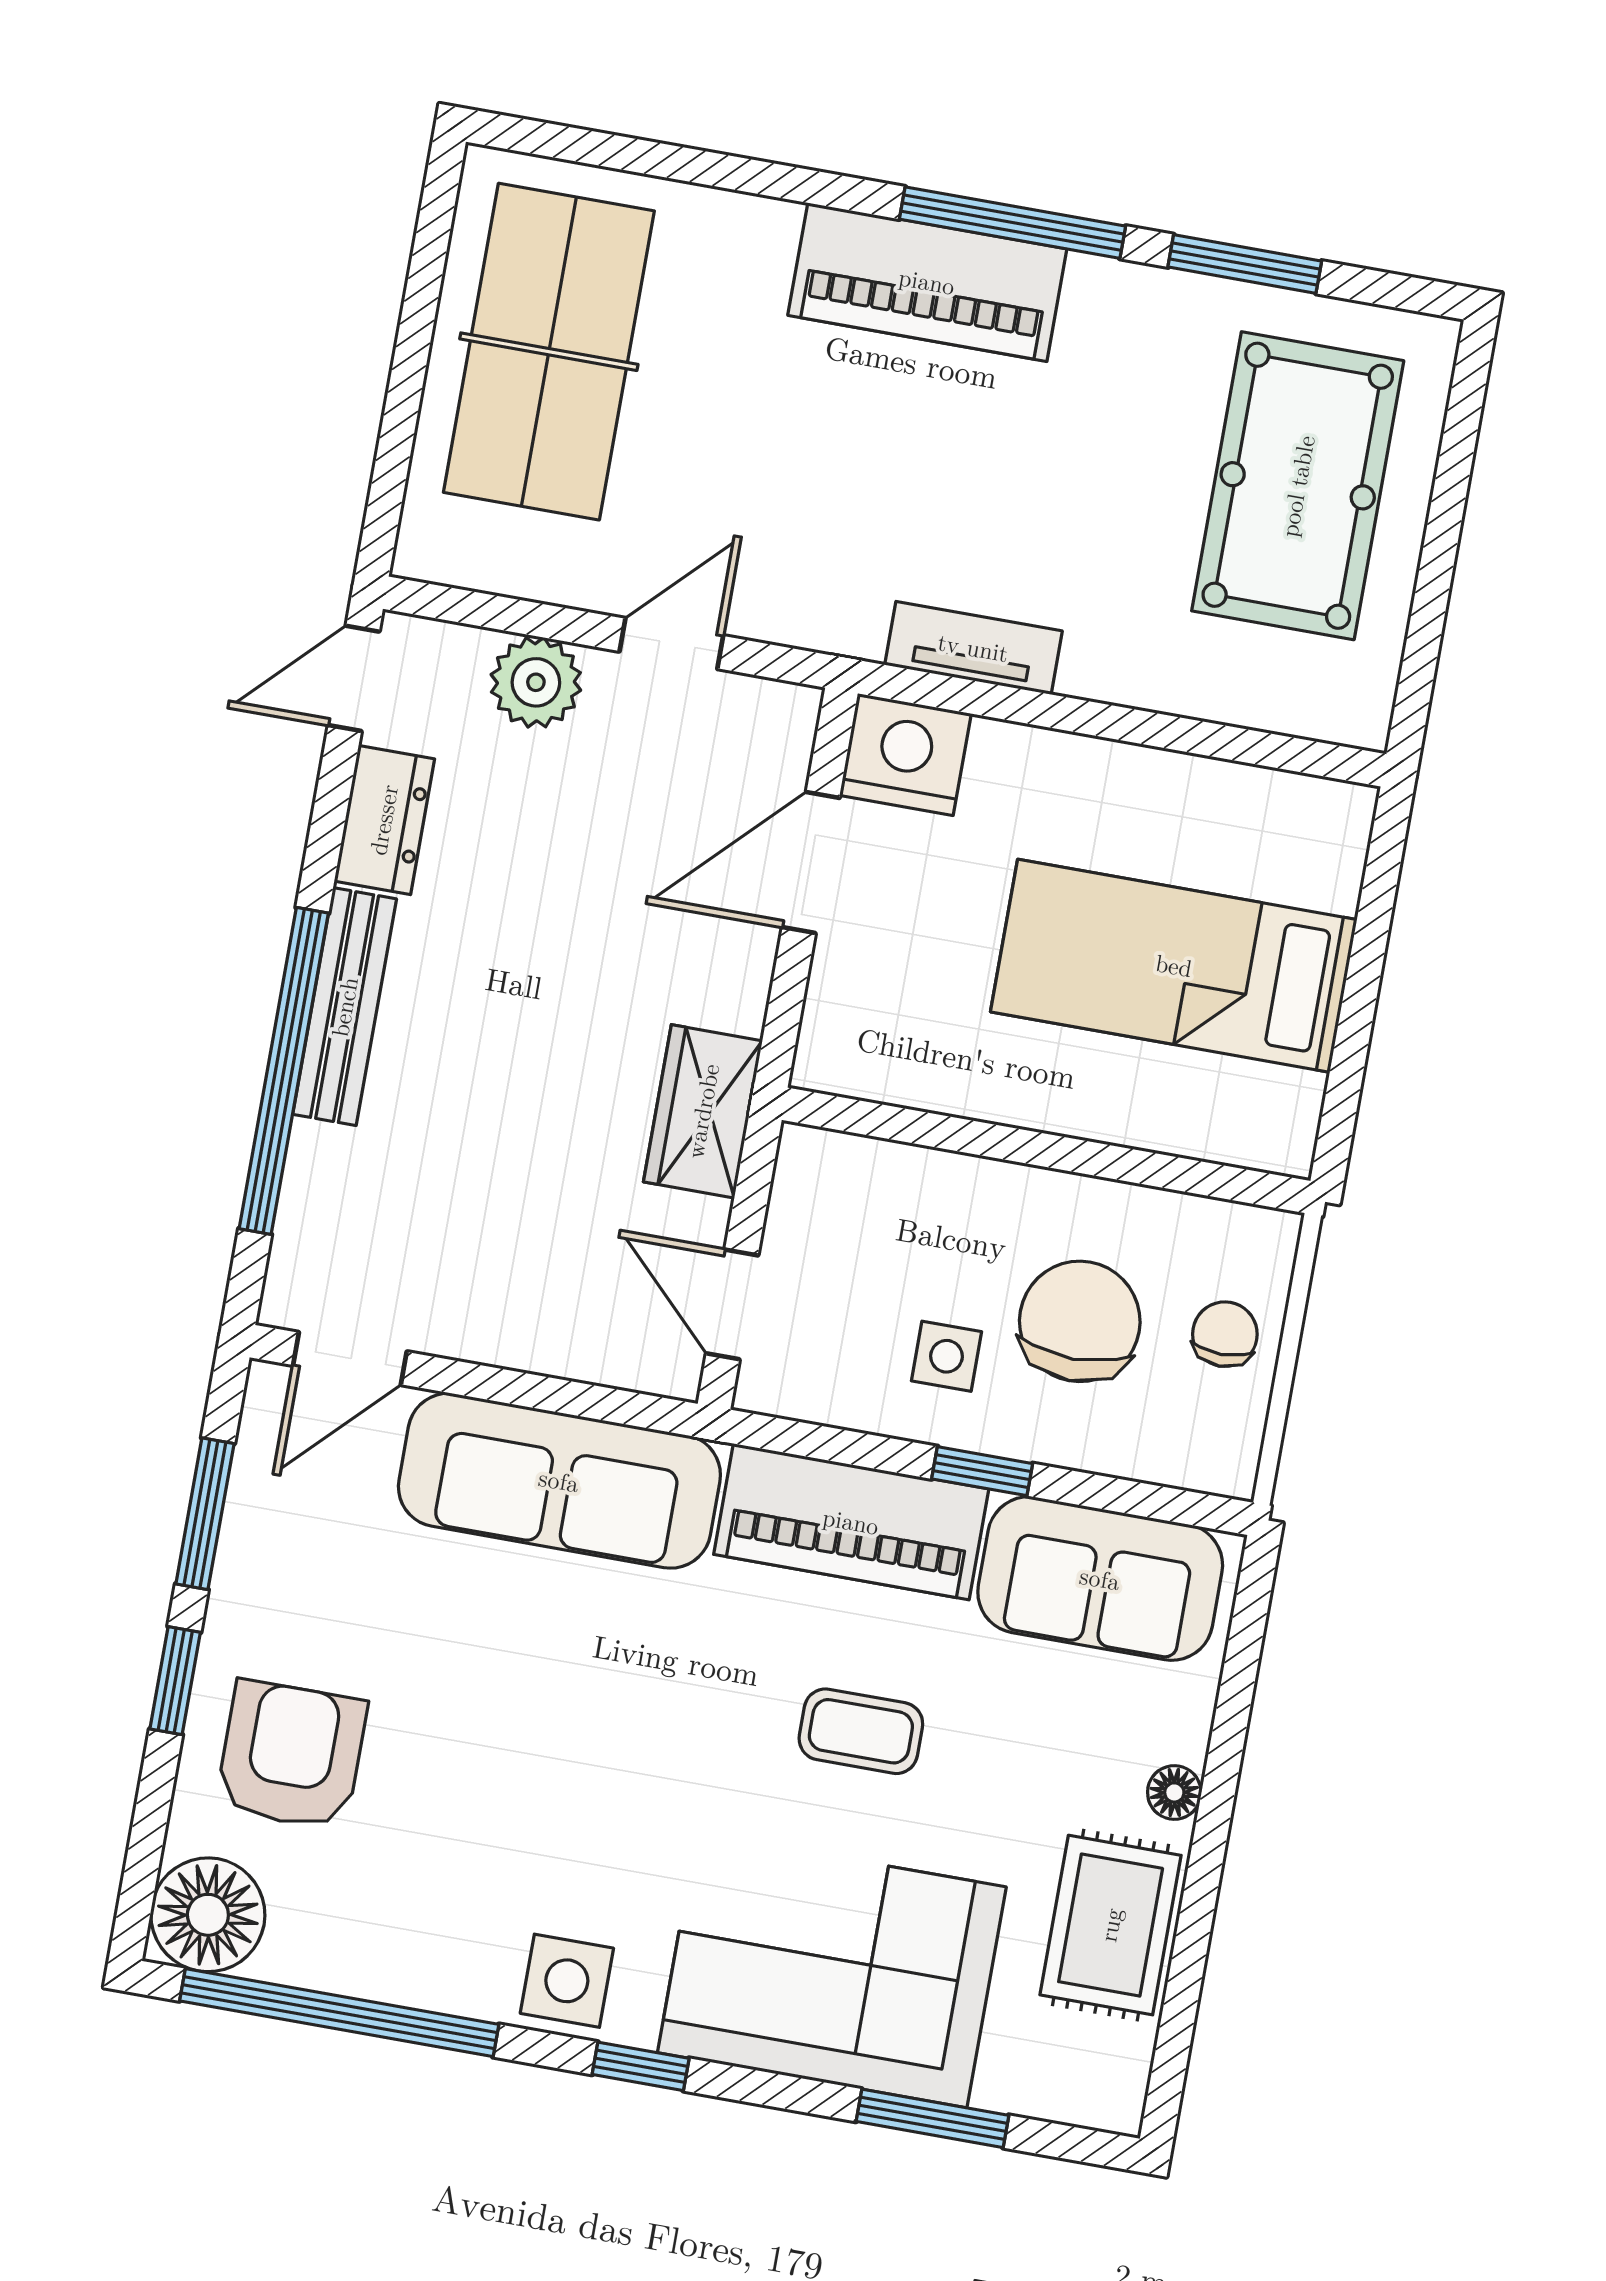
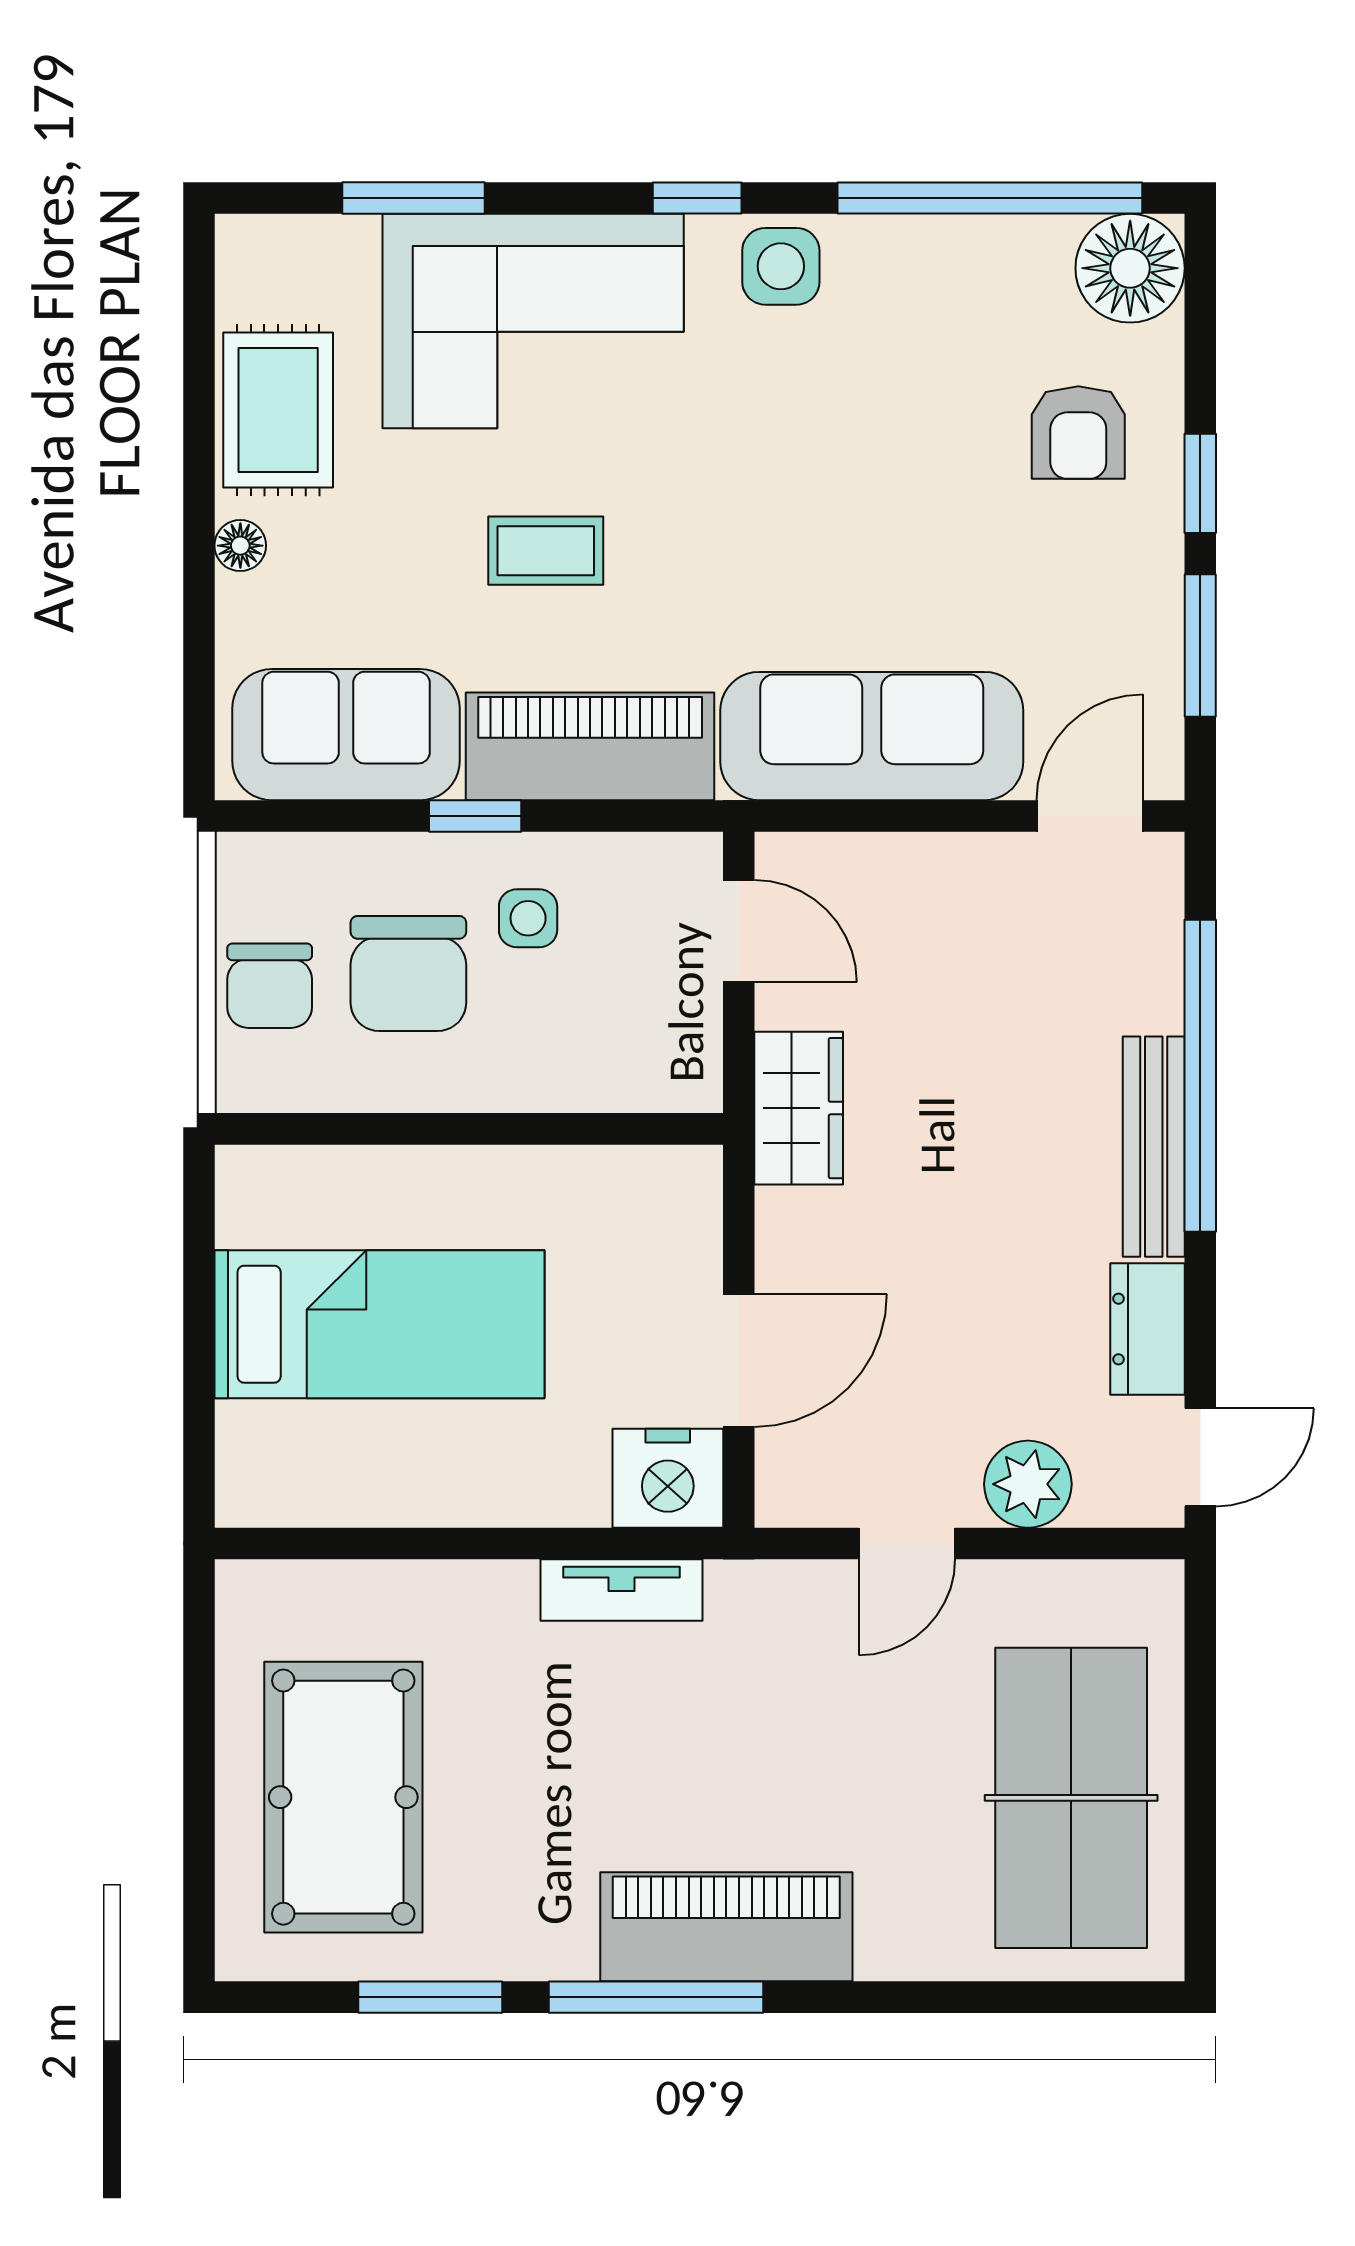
chair: (1225, 1334) -> (270, 986), width x1.37, depth x1.37
armchair: (291, 1755) -> (1078, 433), width x0.72, depth x0.72

